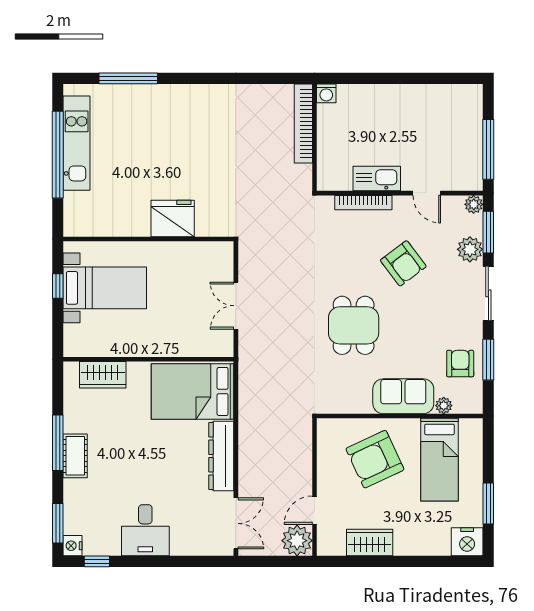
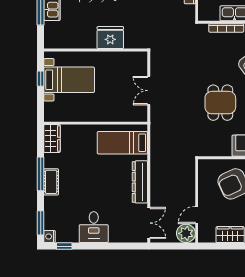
wardrobe: (103, 375) -> (52, 139), moved, turned -90
bed: (192, 391) -> (122, 143), width x0.67

